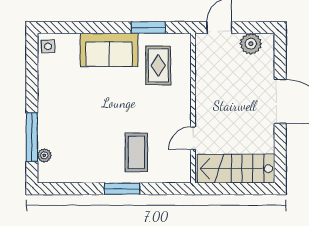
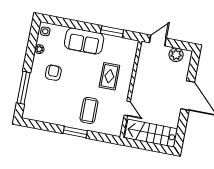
rug: (158, 65) -> (109, 76), moved
armchair: (72, 106) -> (53, 73), added
door: (193, 138) -> (127, 108), swing flipped
plant: (44, 155) -> (39, 49), moved

